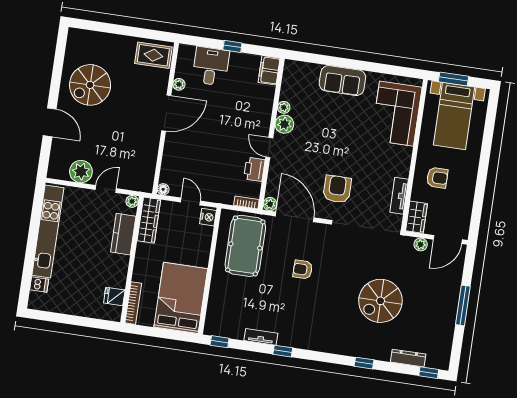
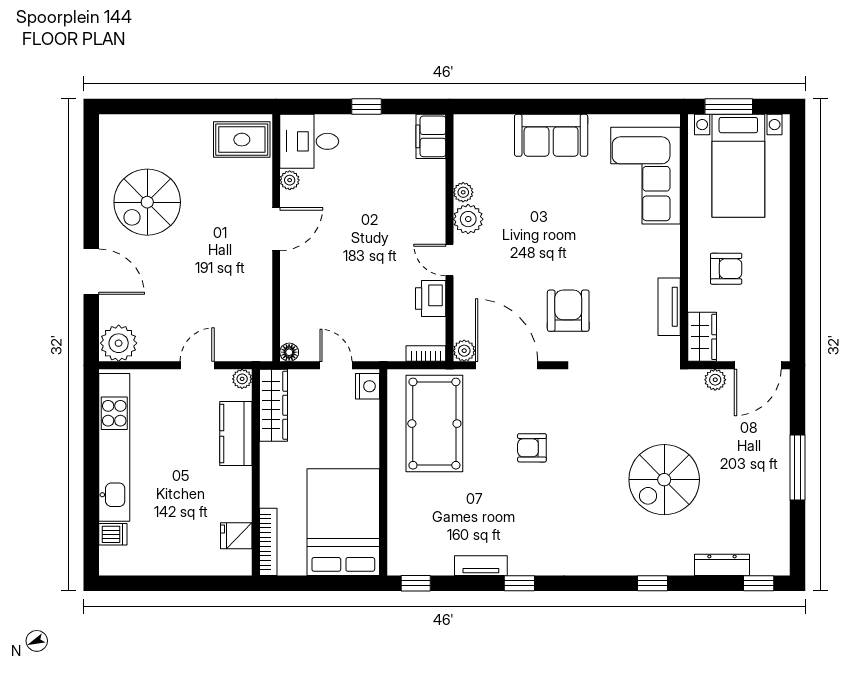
desk: (211, 66) -> (309, 141), moved, turned -90
door: (166, 113) -> (276, 229), width x0.73
plant: (81, 172) -> (119, 343), moved

